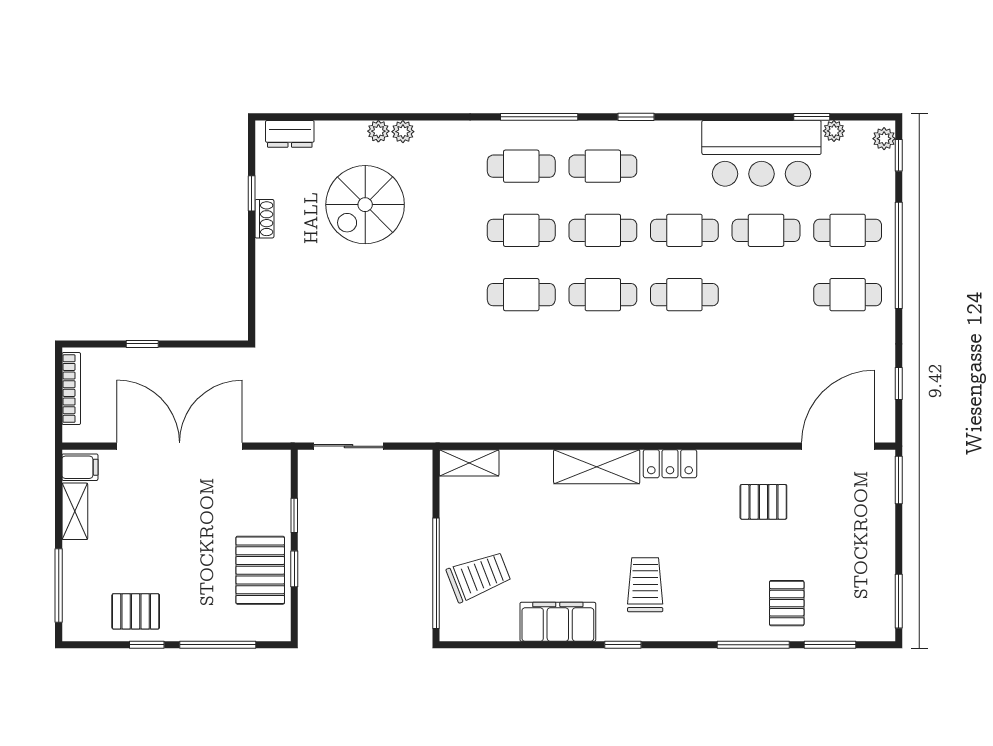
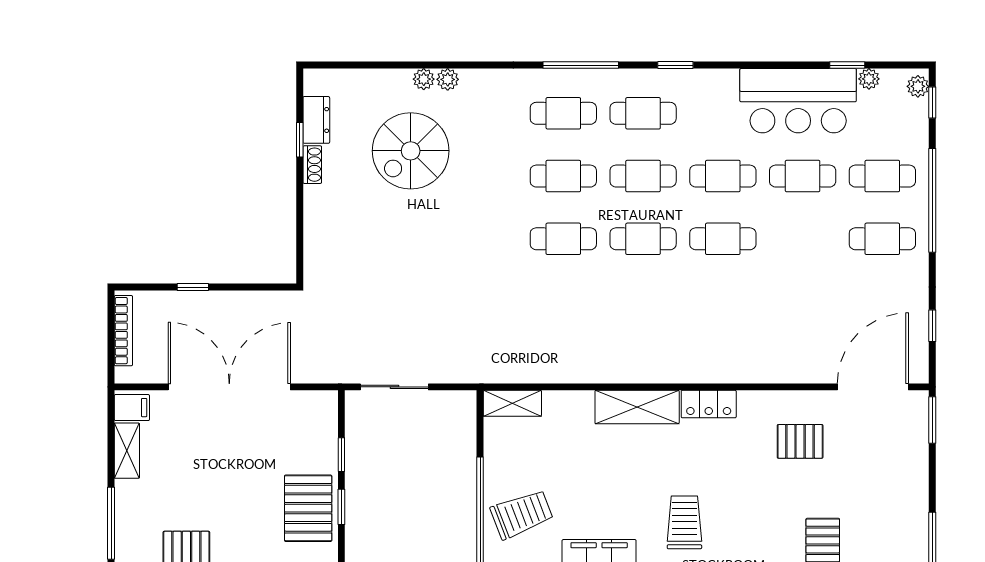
dresser: (290, 134) -> (316, 120), moved, turned -90

